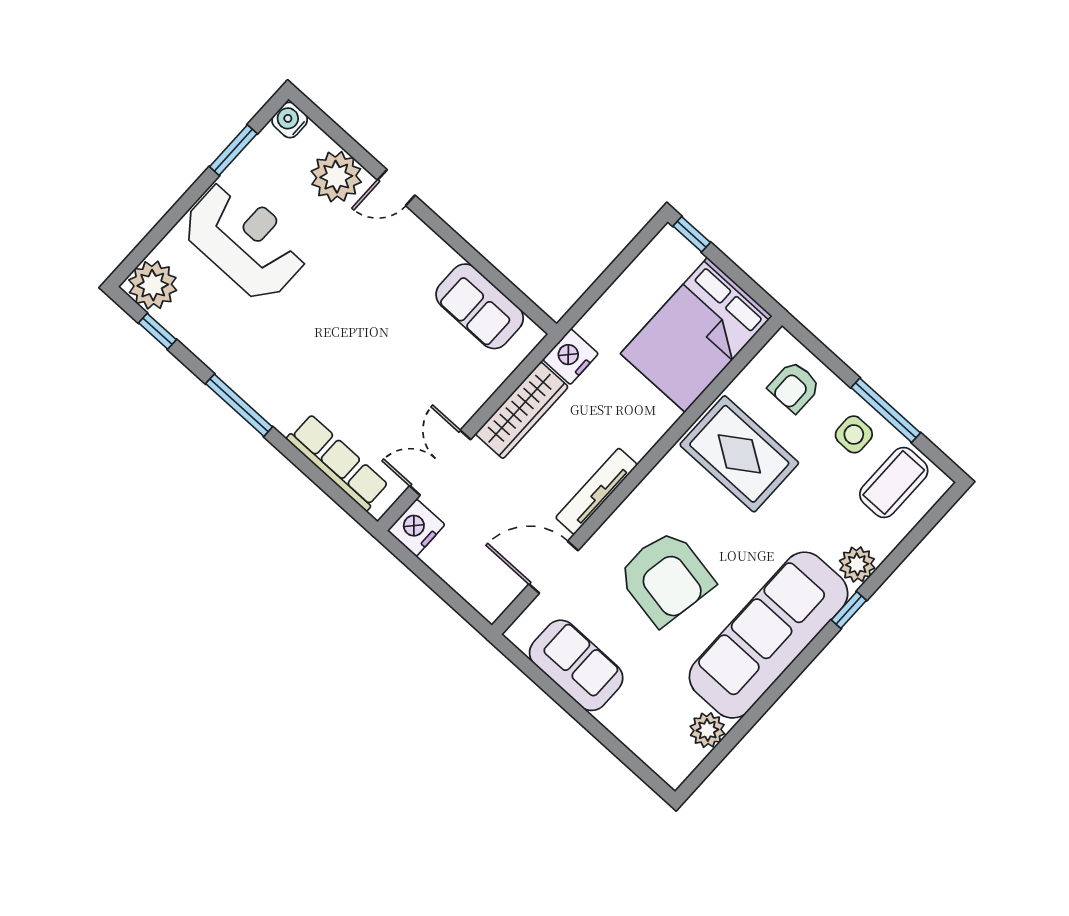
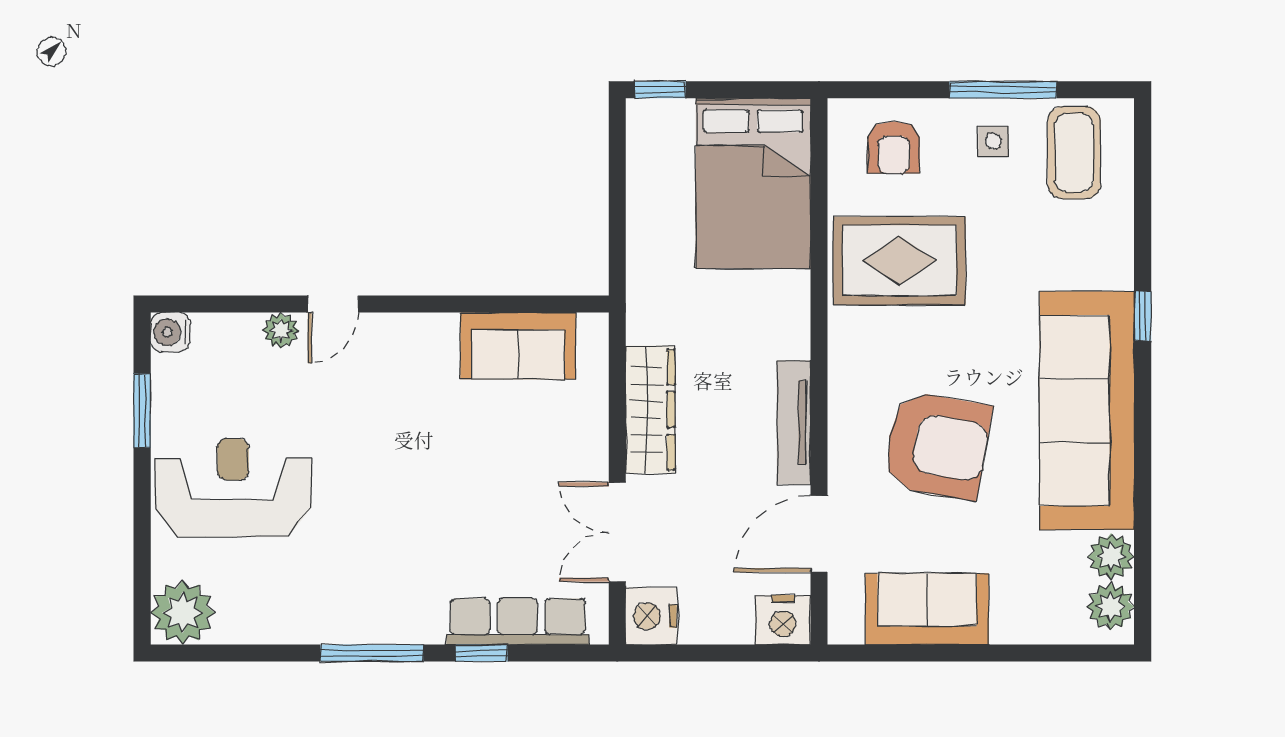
plant: (336, 177) -> (281, 330), width x0.53, depth x0.53
window: (157, 331) -> (482, 653), moved
nightstand: (571, 357) -> (783, 620), moved, turned -90
side table: (854, 434) -> (993, 141), width x0.73, depth x0.73
plant: (857, 564) -> (1111, 607), moved

